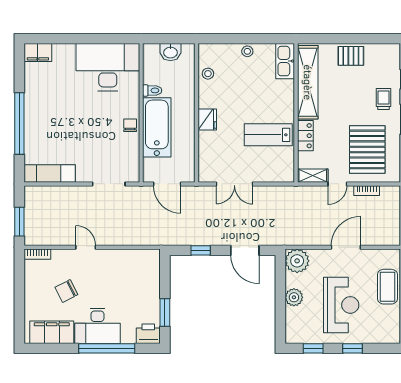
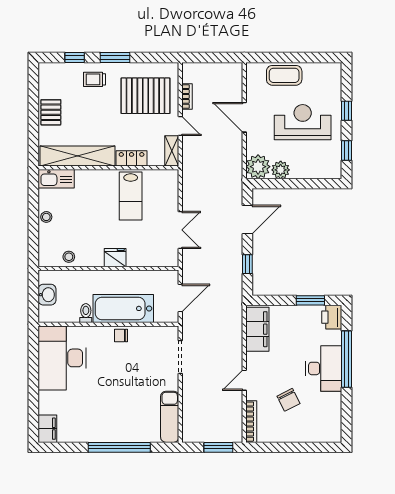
bookcase: (37, 254) -> (251, 422), width x1.56
plant: (294, 297) -> (281, 170), moved
filing cabinet: (52, 332) -> (257, 329), moved, turned 180

